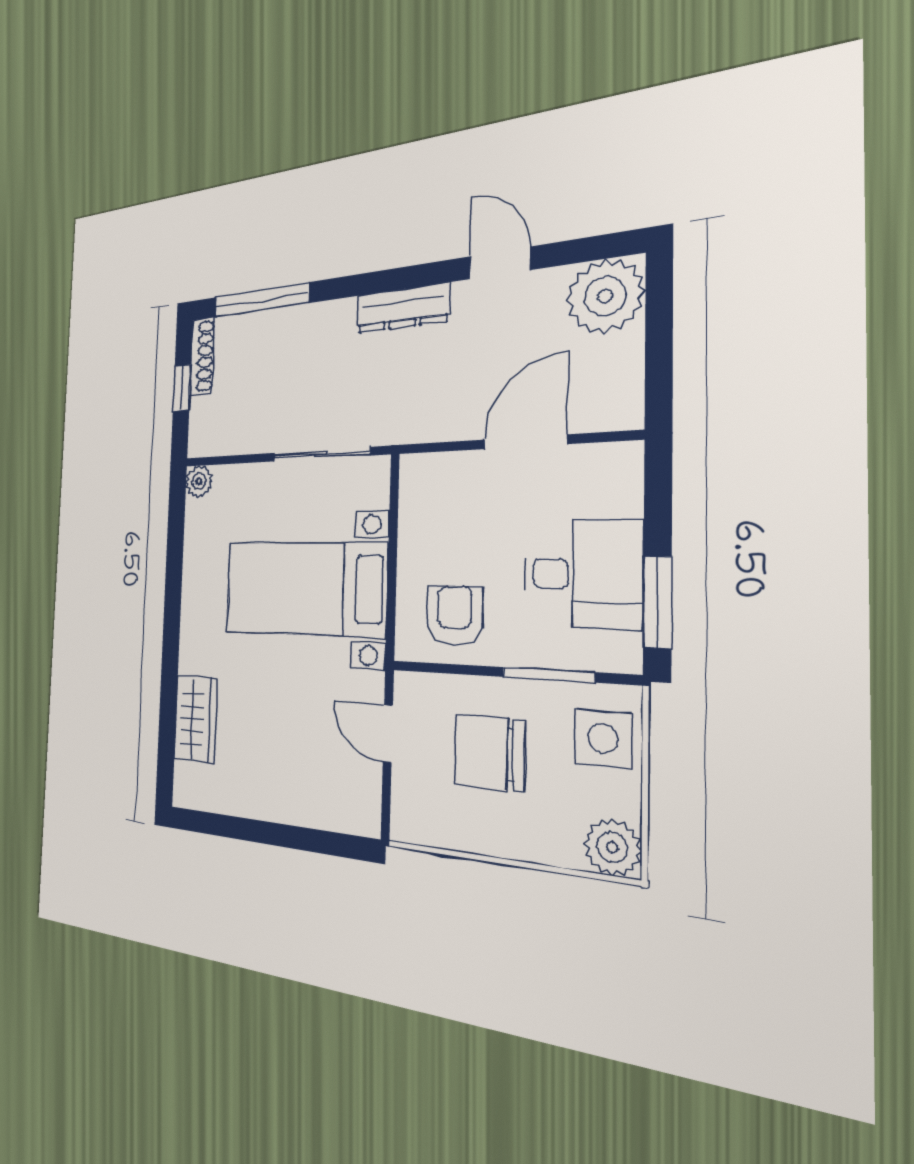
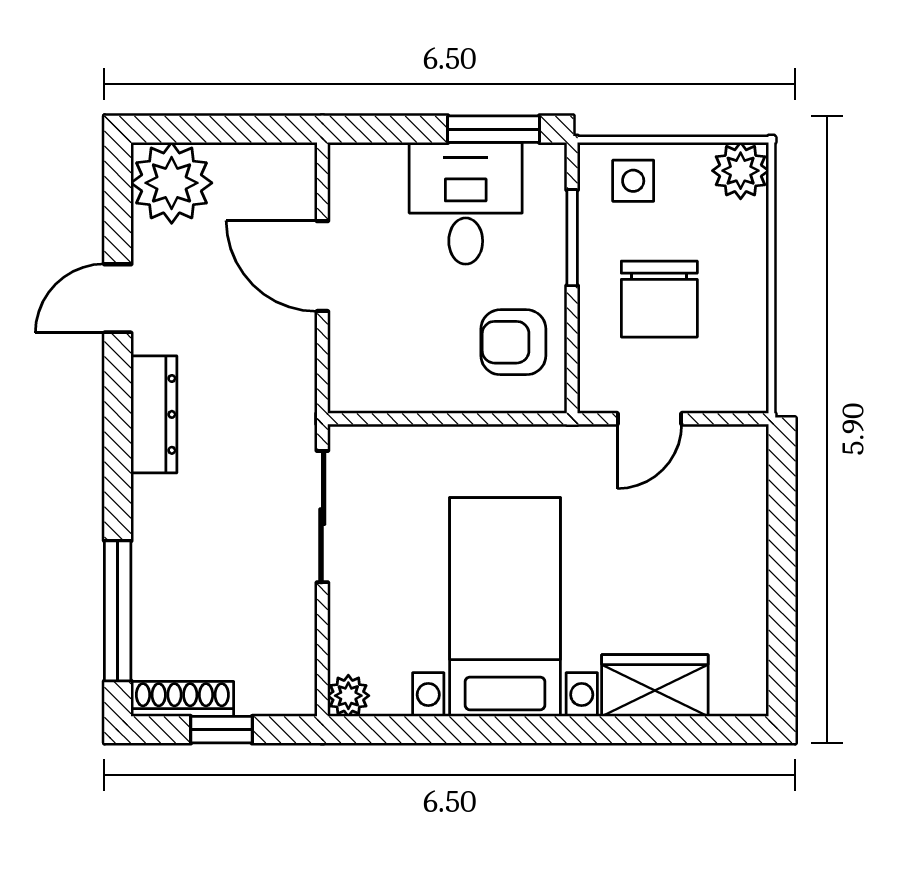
bed with nightstands: (304, 589) -> (505, 607), moved, turned 180
side table: (603, 738) -> (633, 181), width x0.73, depth x0.73

